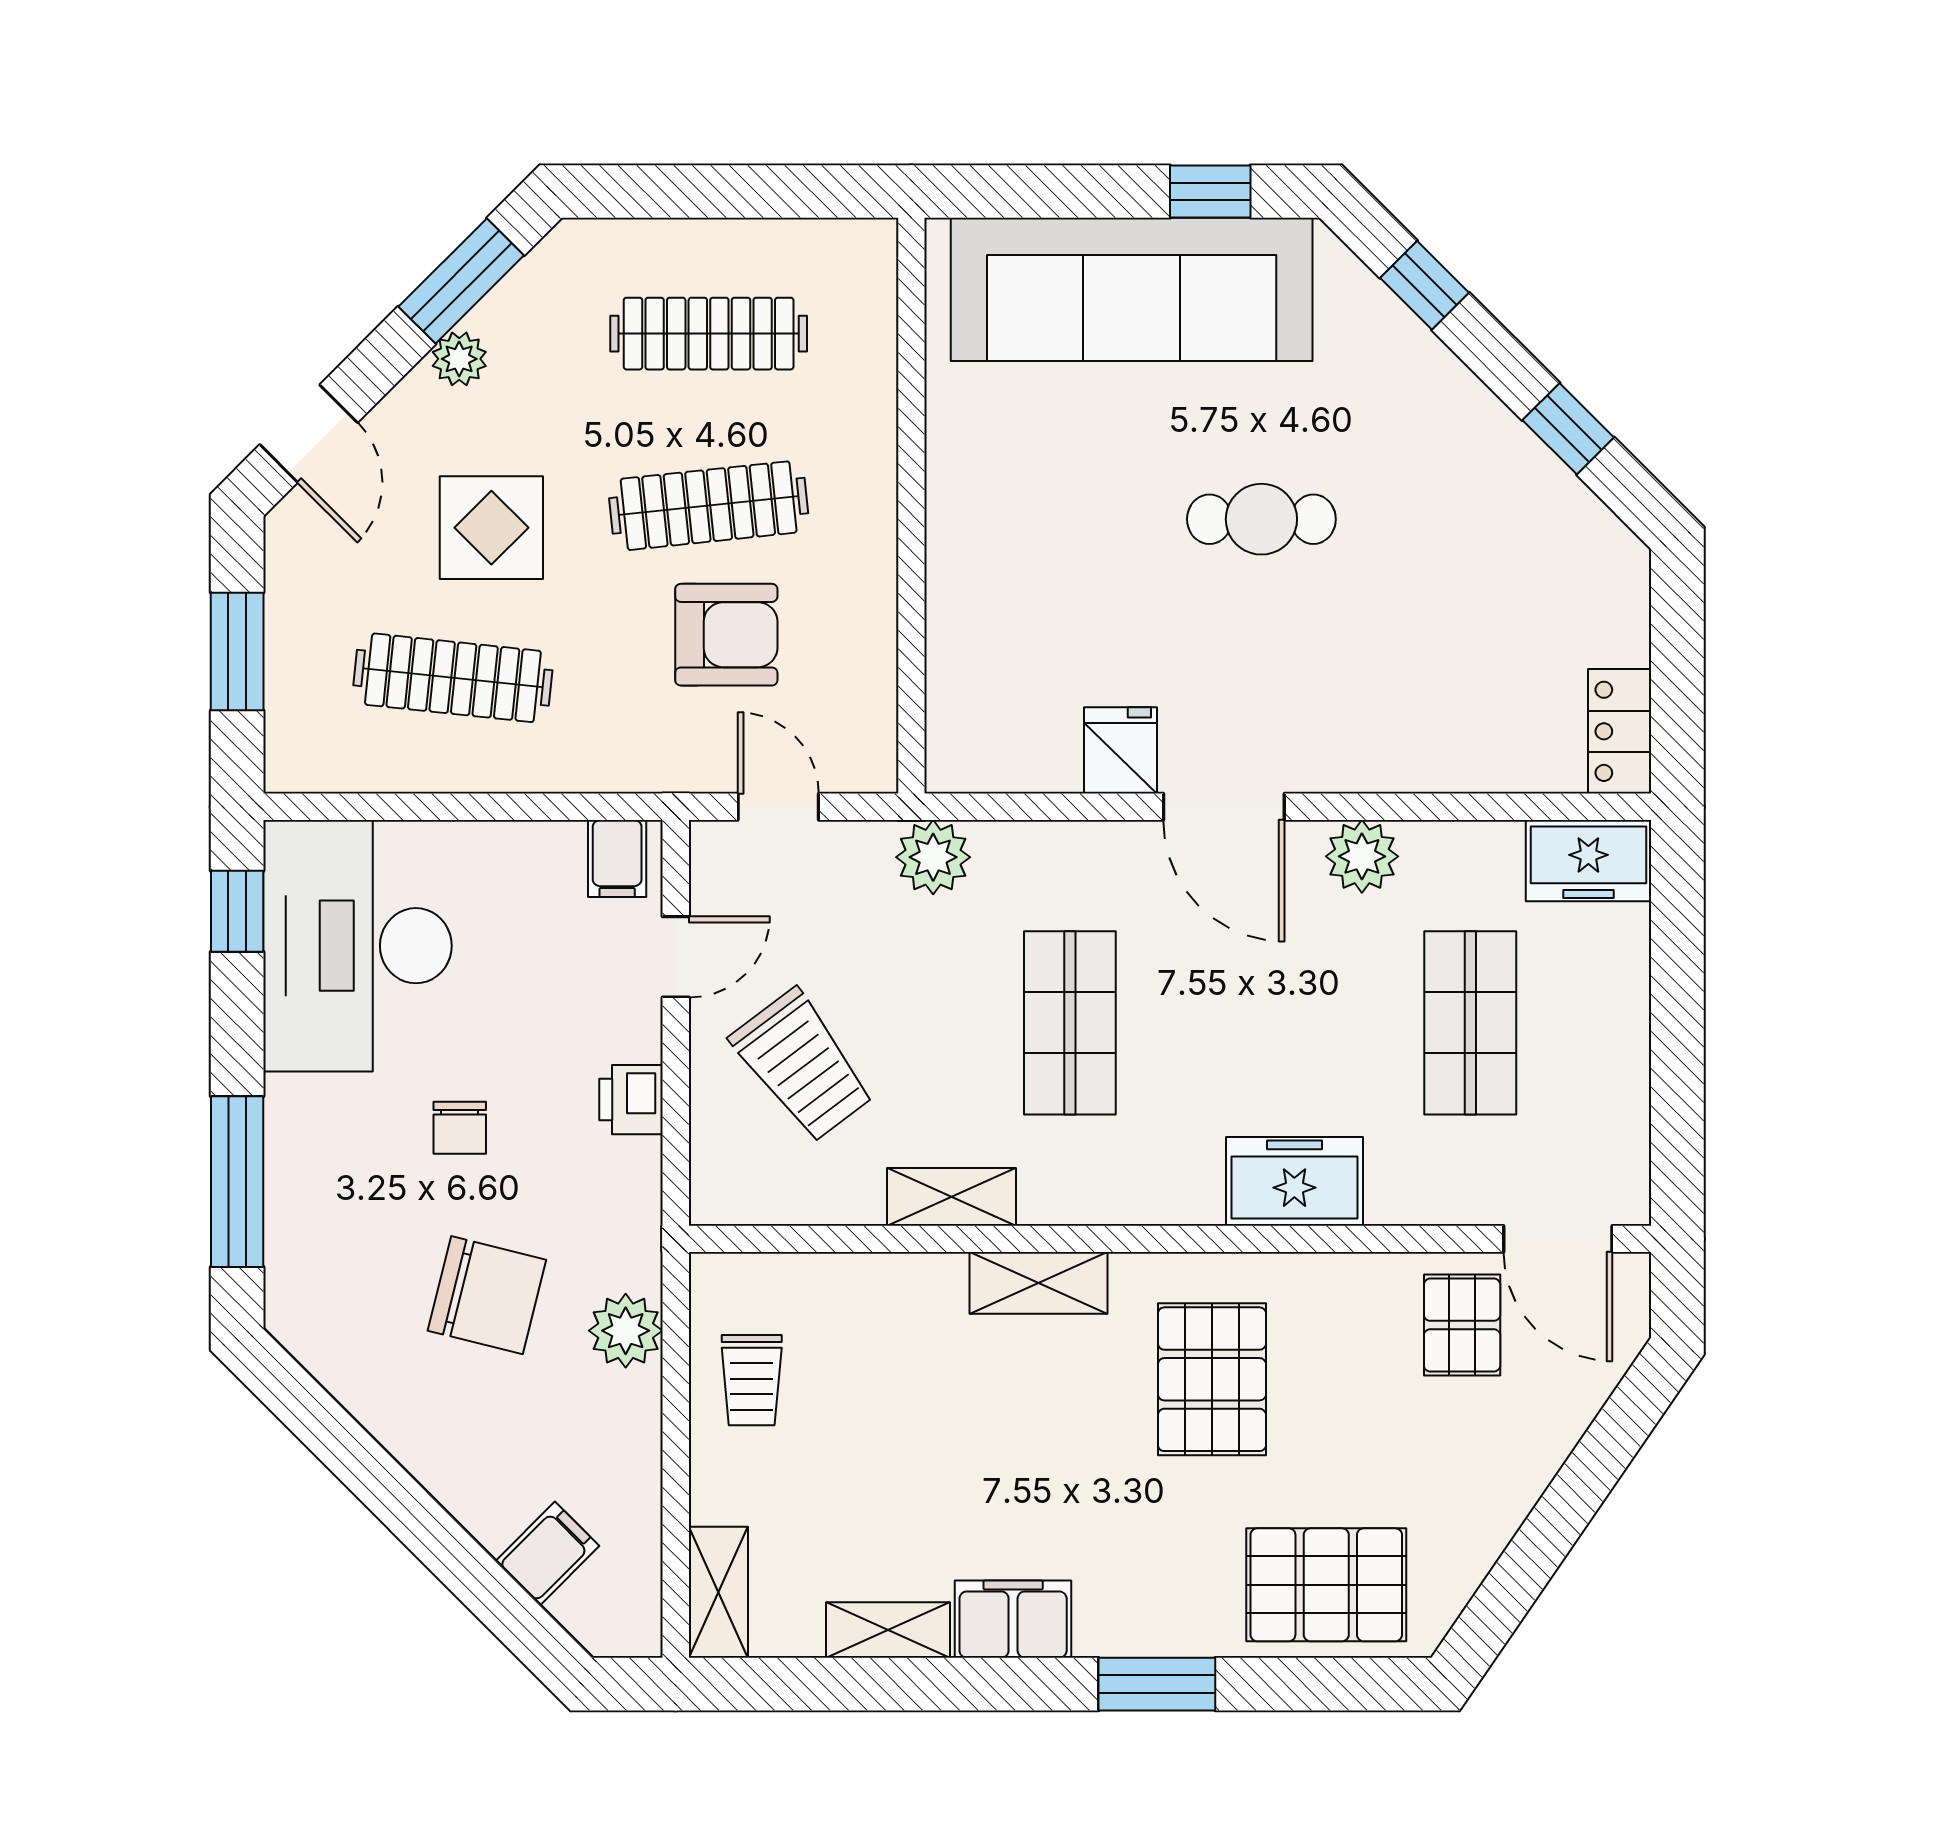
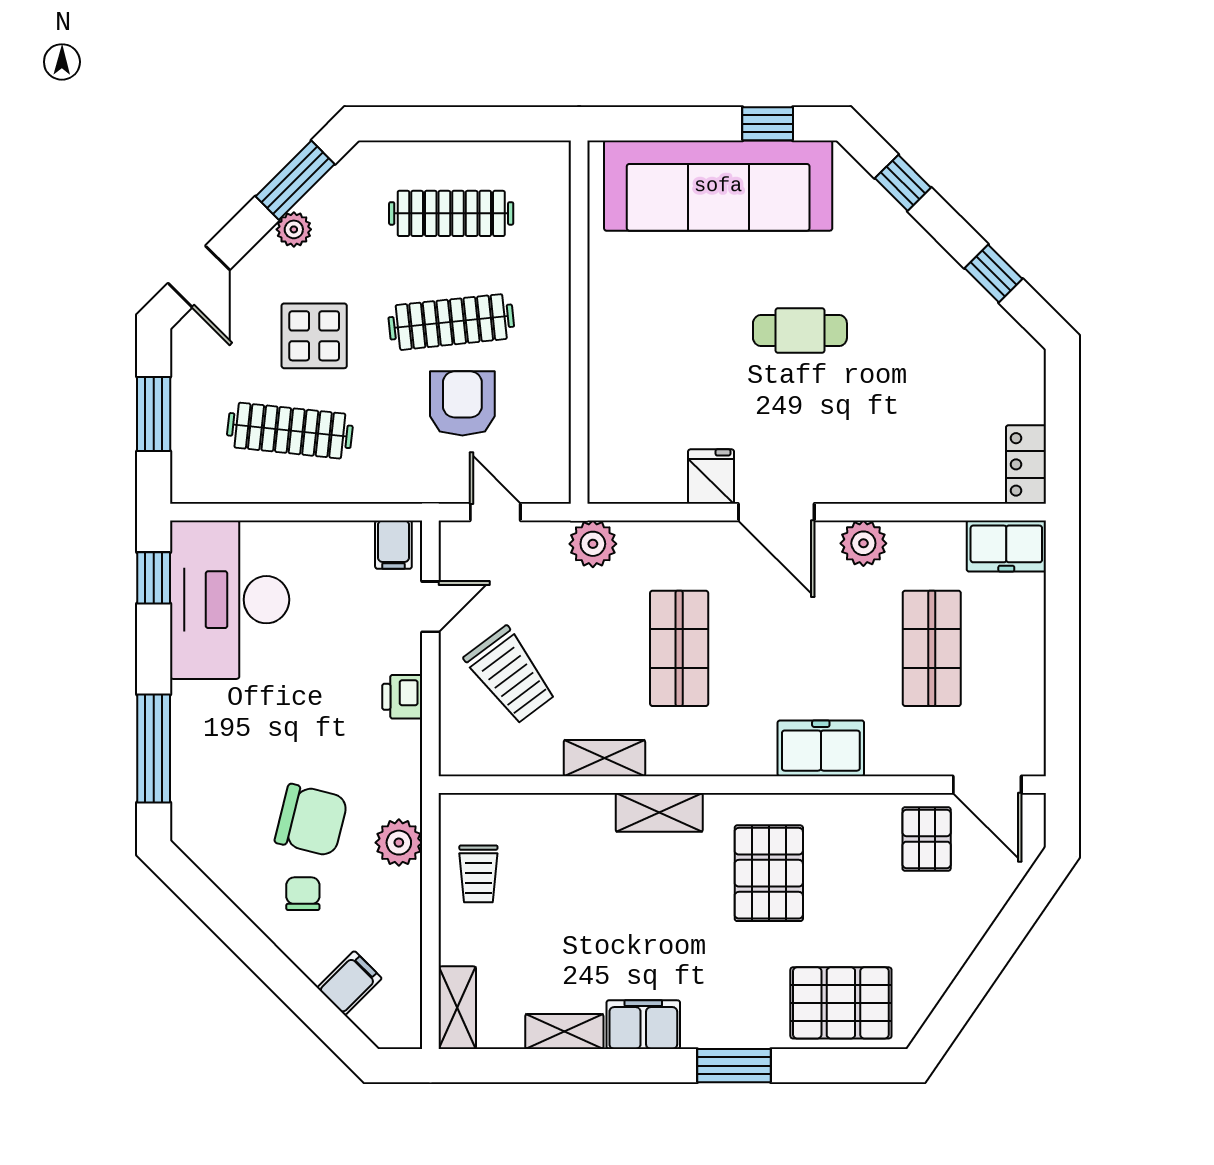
armchair: (726, 635) -> (462, 403), turned -90
chair: (460, 1128) -> (303, 894), moved, turned 180

